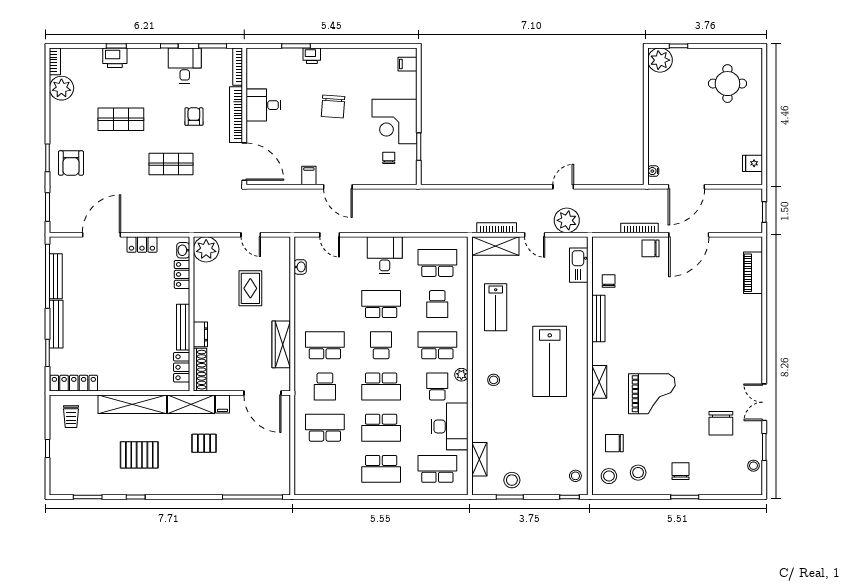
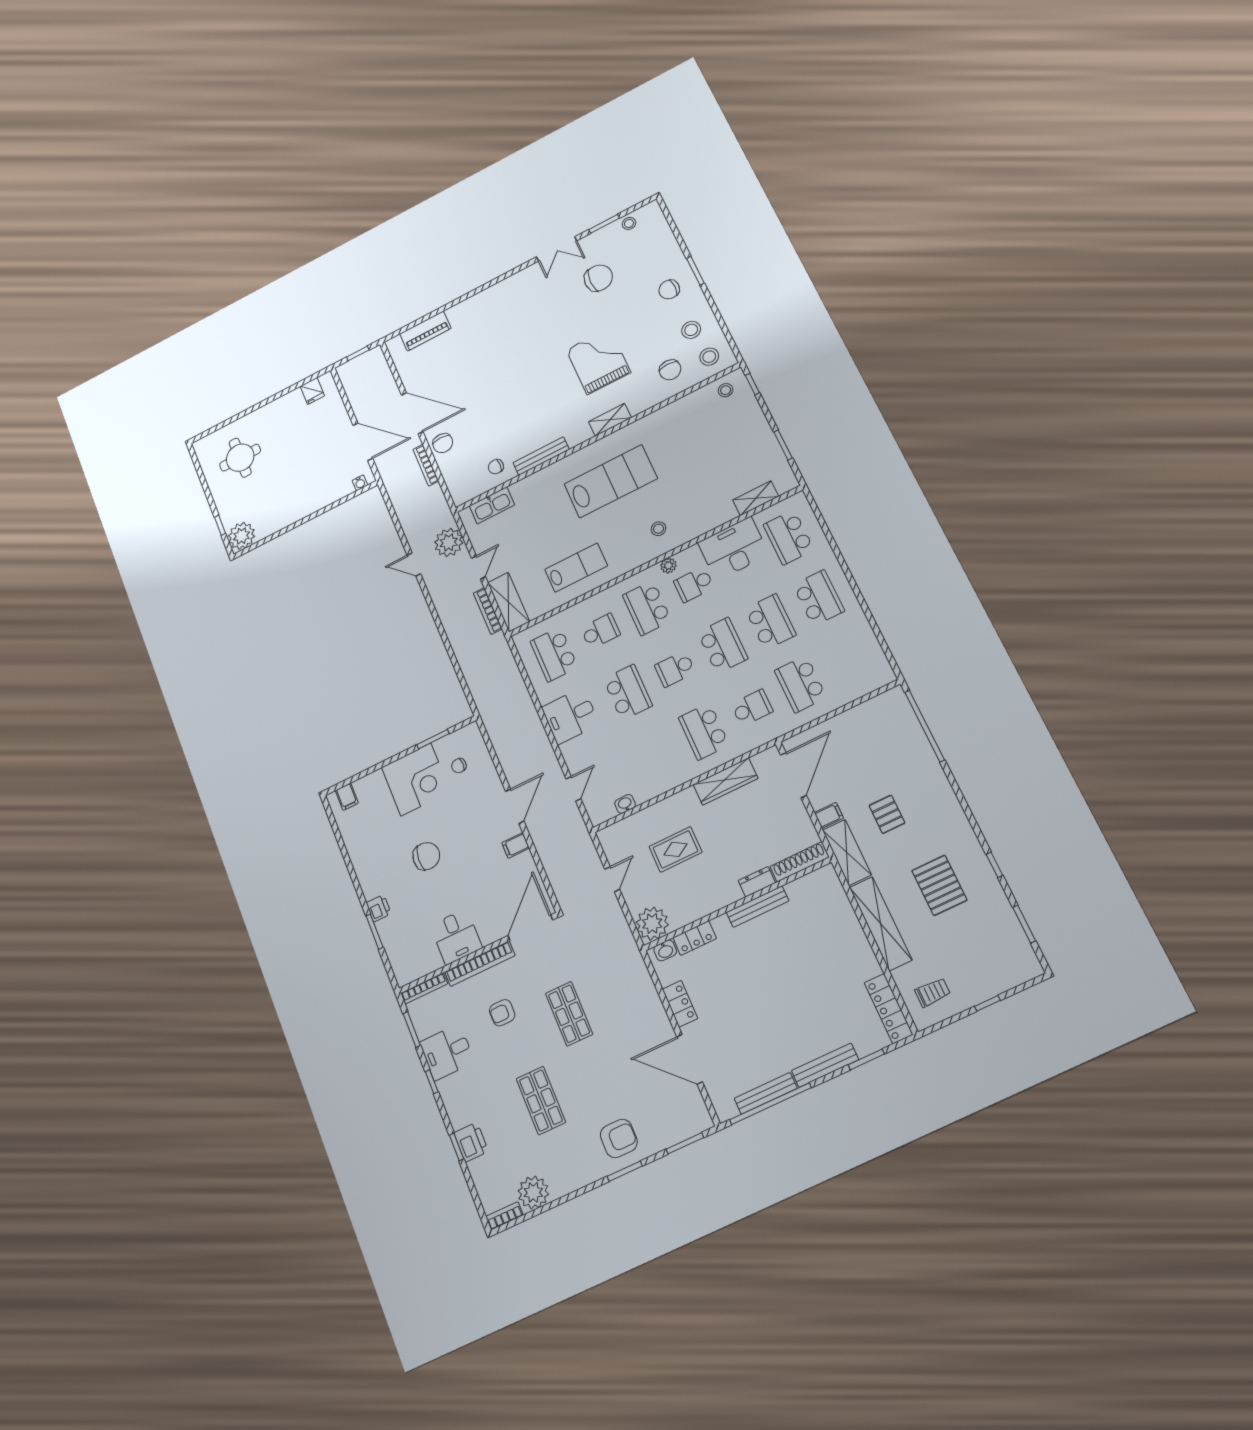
school desk: (381, 304) -> (628, 692), turned 180
locker: (182, 367) -> (807, 885), removed
stool: (512, 480) -> (763, 453), removed

